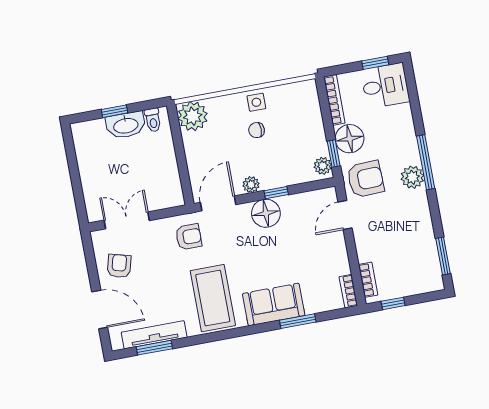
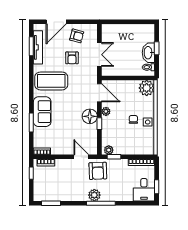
floor lamp: (350, 139) -> (120, 166), removed
double door: (127, 220) -> (99, 55), moved
armchair: (189, 237) -> (72, 58), moved

